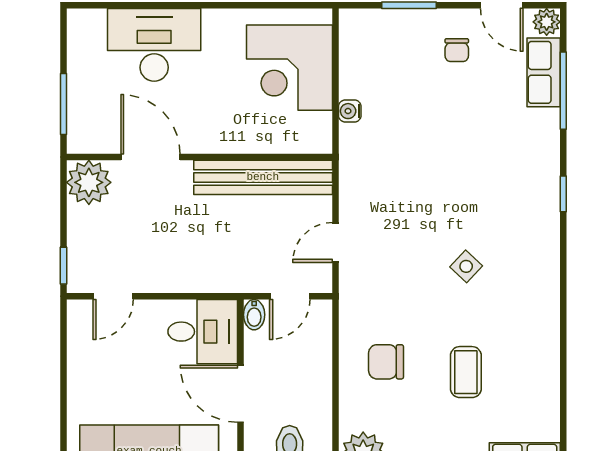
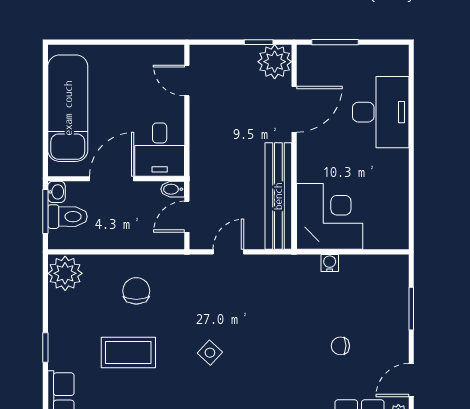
chair: (457, 50) -> (340, 346), moved
corner desk: (289, 68) -> (330, 216), moved, turned 90
door: (335, 242) -> (228, 252), hinge flipped
window: (63, 266) -> (259, 42), moved
door: (290, 296) -> (187, 217), hinge flipped
coffee table: (466, 372) -> (128, 352), width x1.36, depth x1.30

